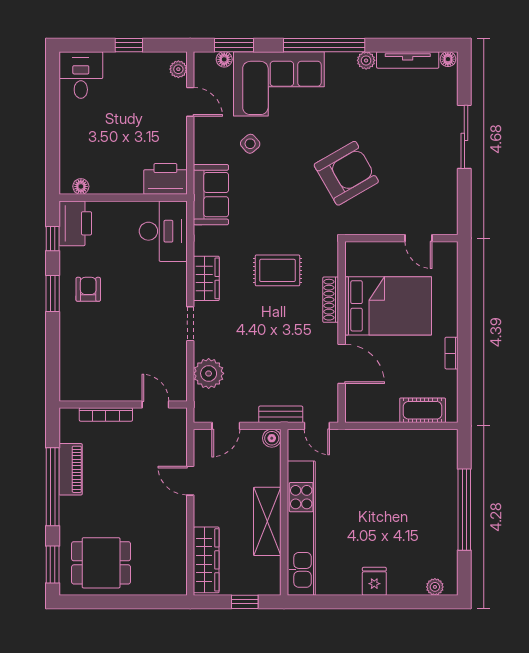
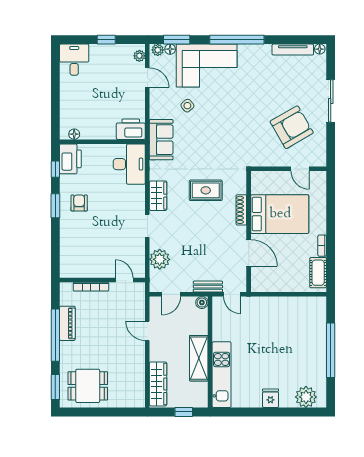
plant: (366, 60) -> (158, 50), moved
armchair: (346, 173) -> (292, 127), moved
cot: (423, 410) -> (318, 273), moved, turned 90
kitchen unit: (301, 528) -> (222, 375), width x0.73
plant: (435, 587) -> (306, 397), width x1.88, depth x1.88

